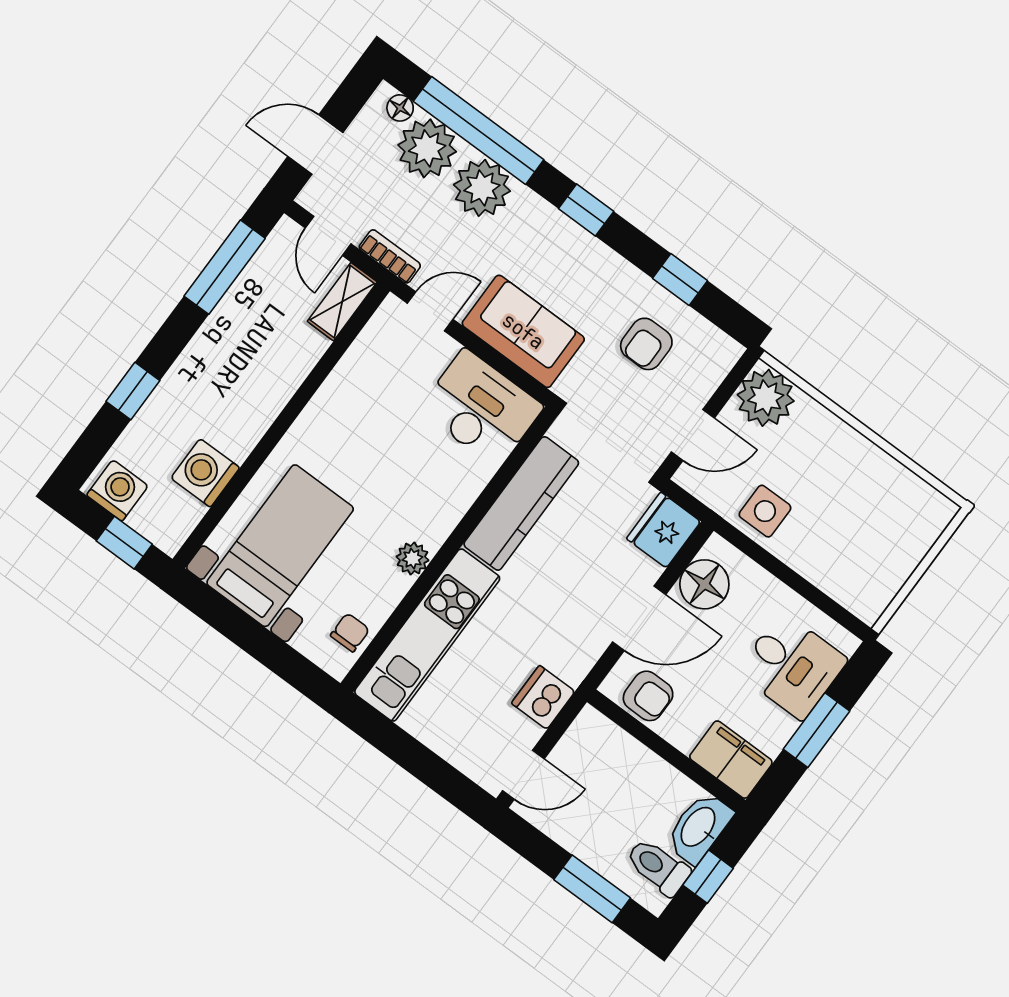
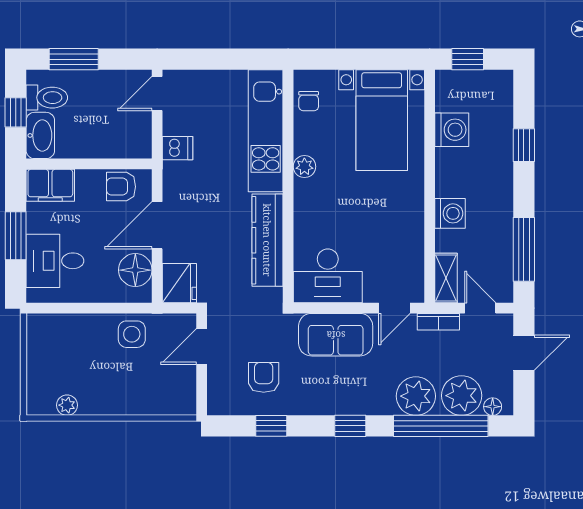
plant: (766, 398) -> (67, 405), moved, width x0.53, depth x0.53
washing machine: (117, 490) -> (450, 213), moved, turned -90
dishwasher: (543, 697) -> (177, 148), width x0.73

